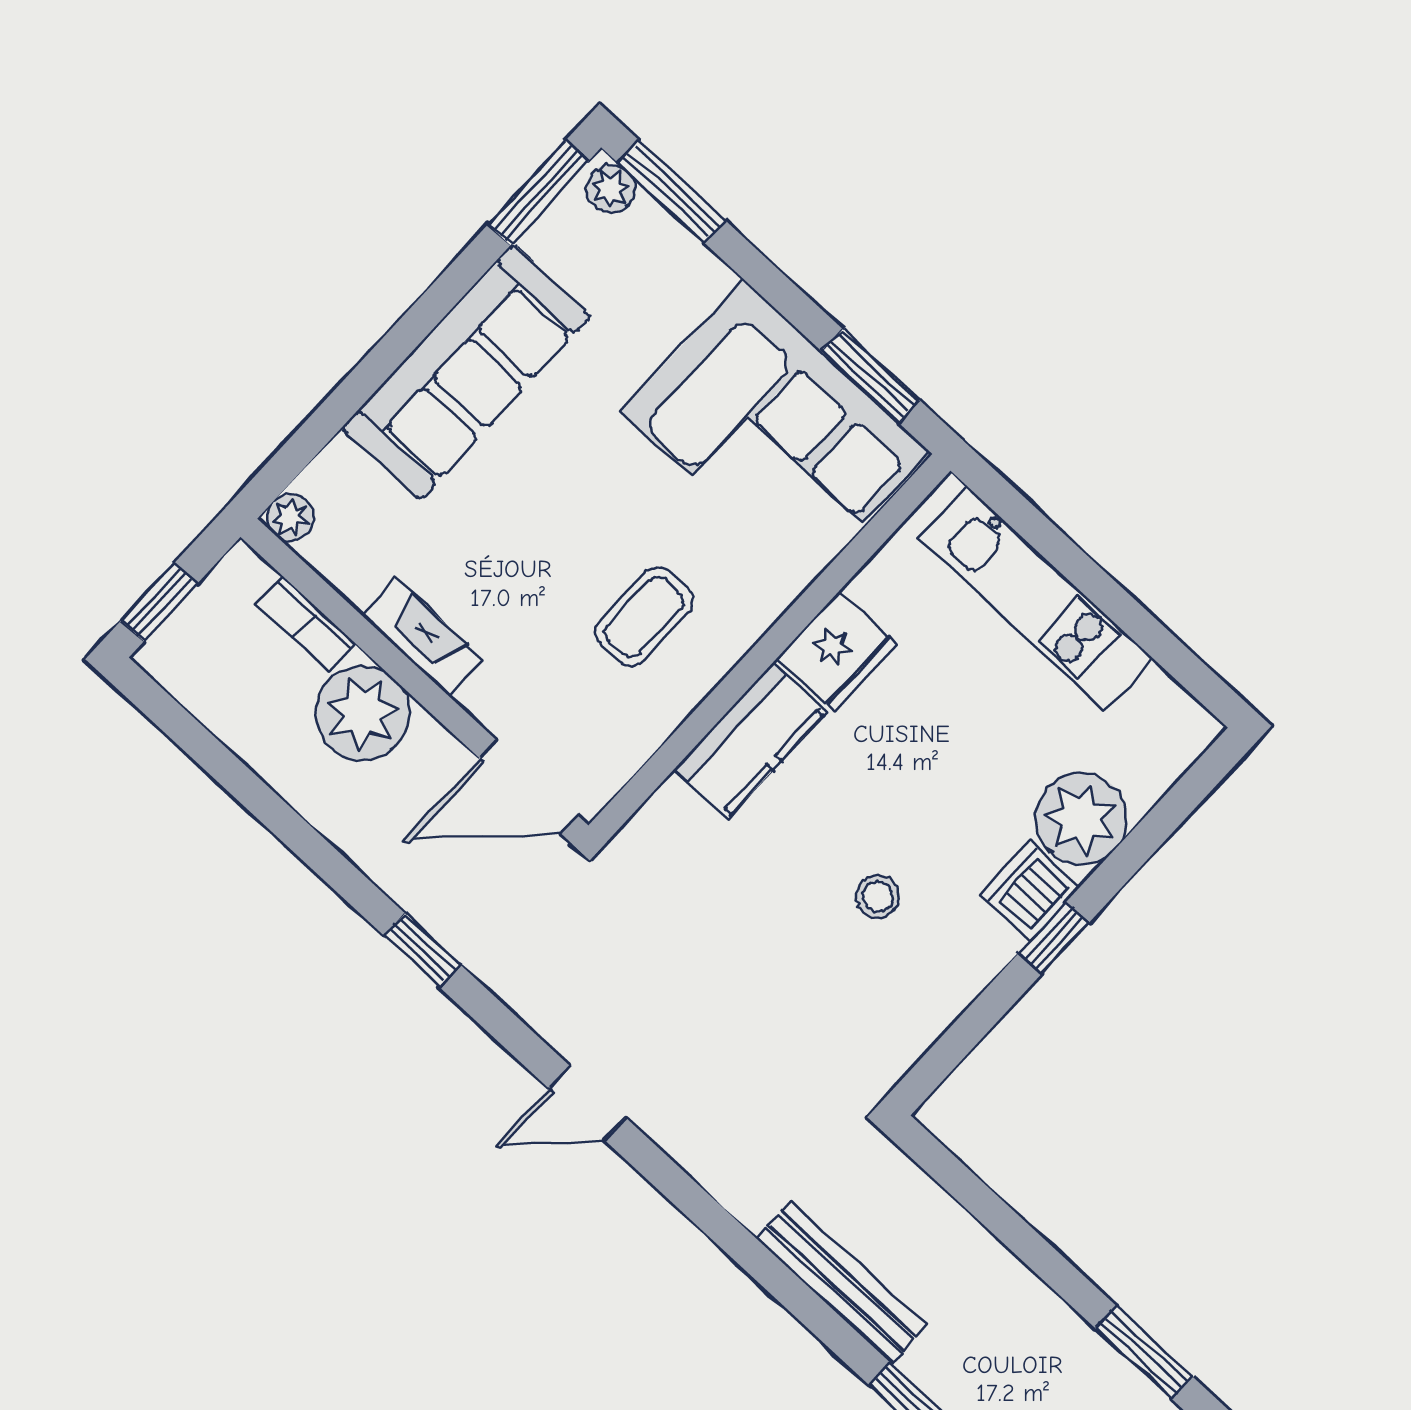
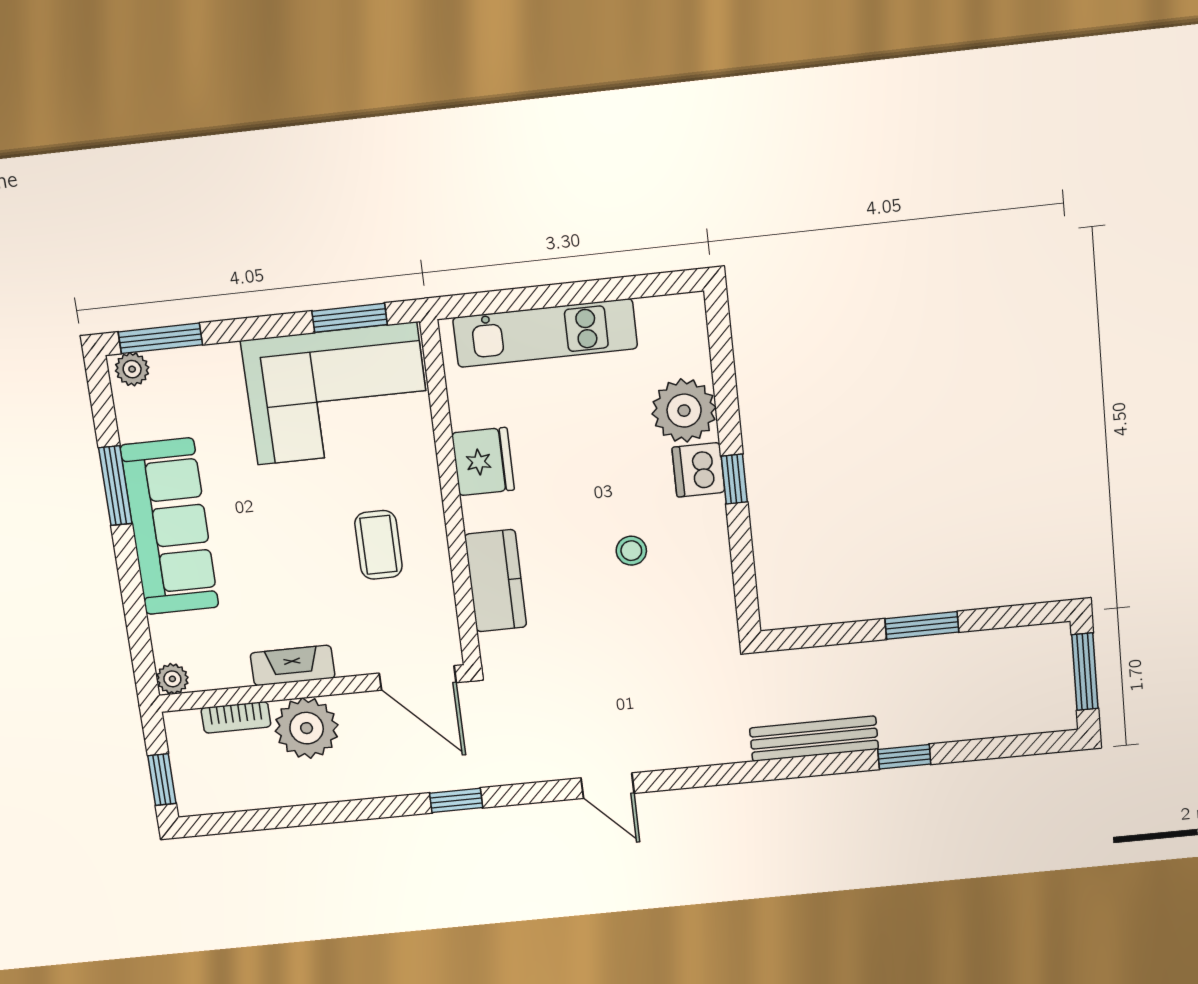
window: (538, 193) -> (115, 486), moved
kitchen counter: (750, 740) -> (496, 581), moved
door: (529, 787) -> (418, 678), hinge flipped
door: (587, 1103) -> (608, 786), hinge flipped
window: (1144, 1352) -> (922, 625), moved

